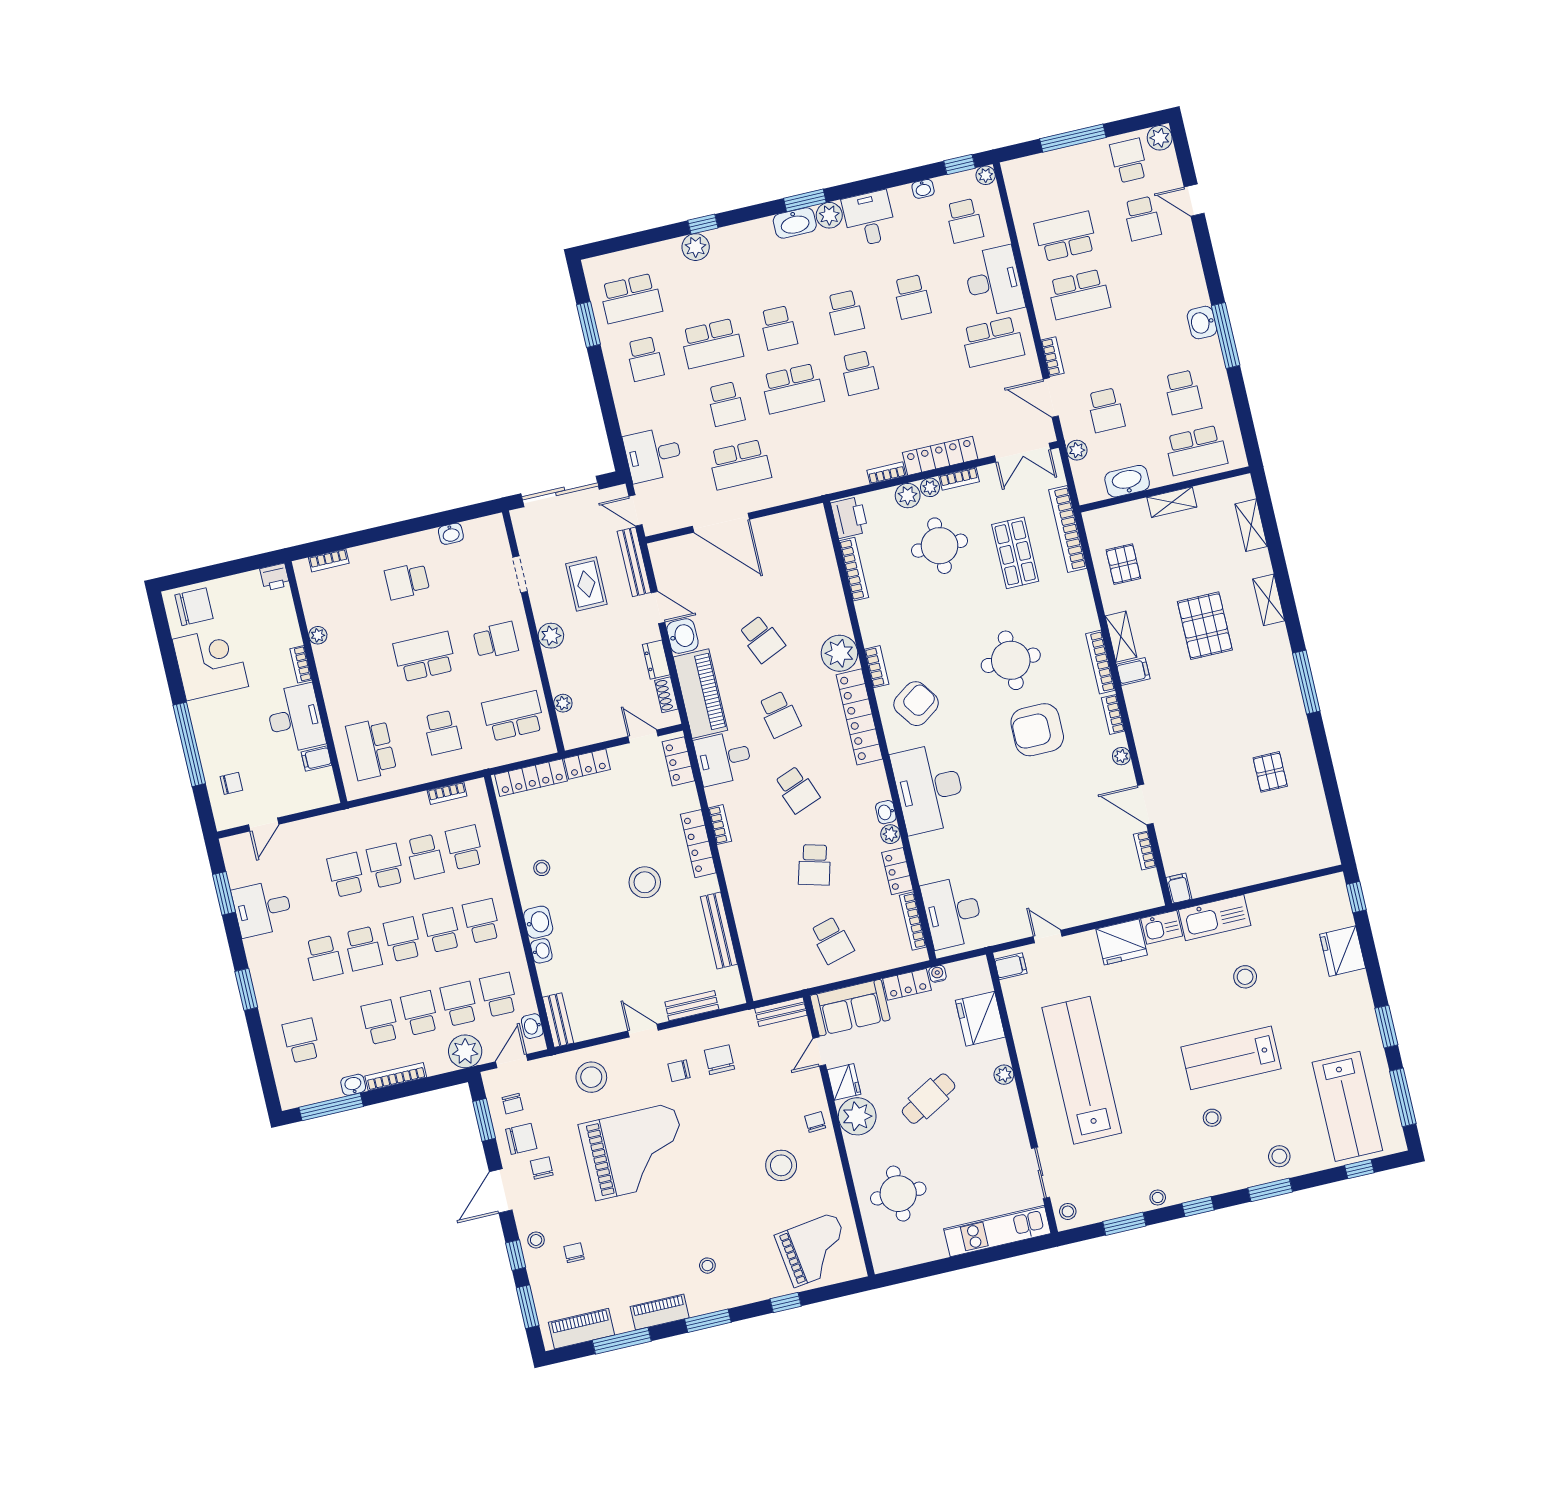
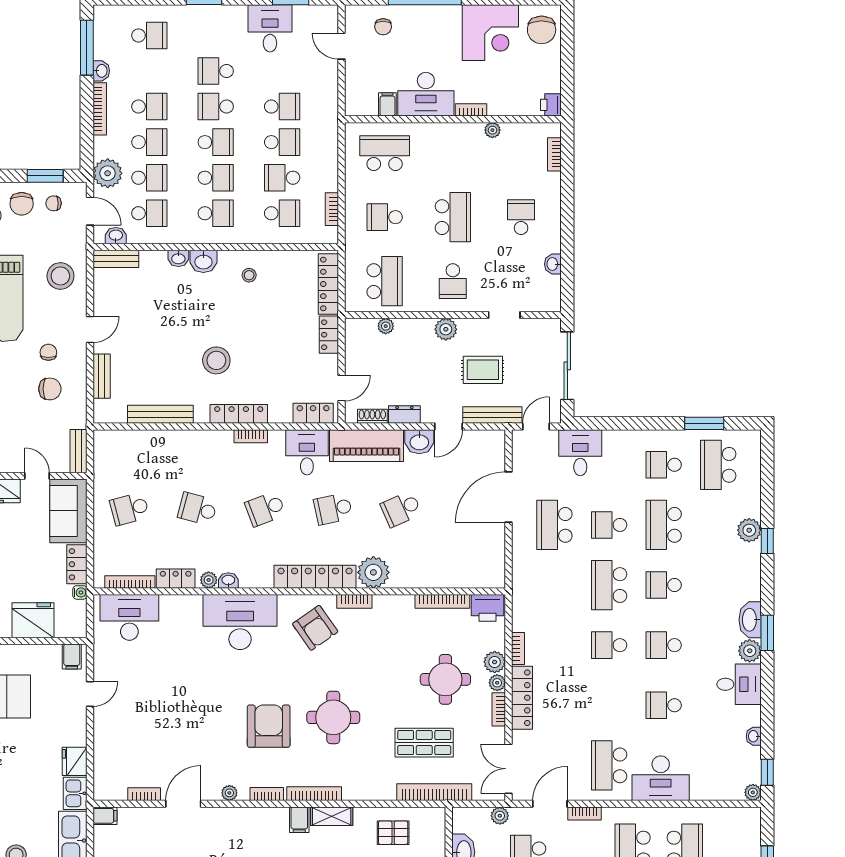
school desk: (965, 221) -> (718, 765), removed
fridge: (1122, 942) -> (75, 761), width x0.73, depth x0.75

